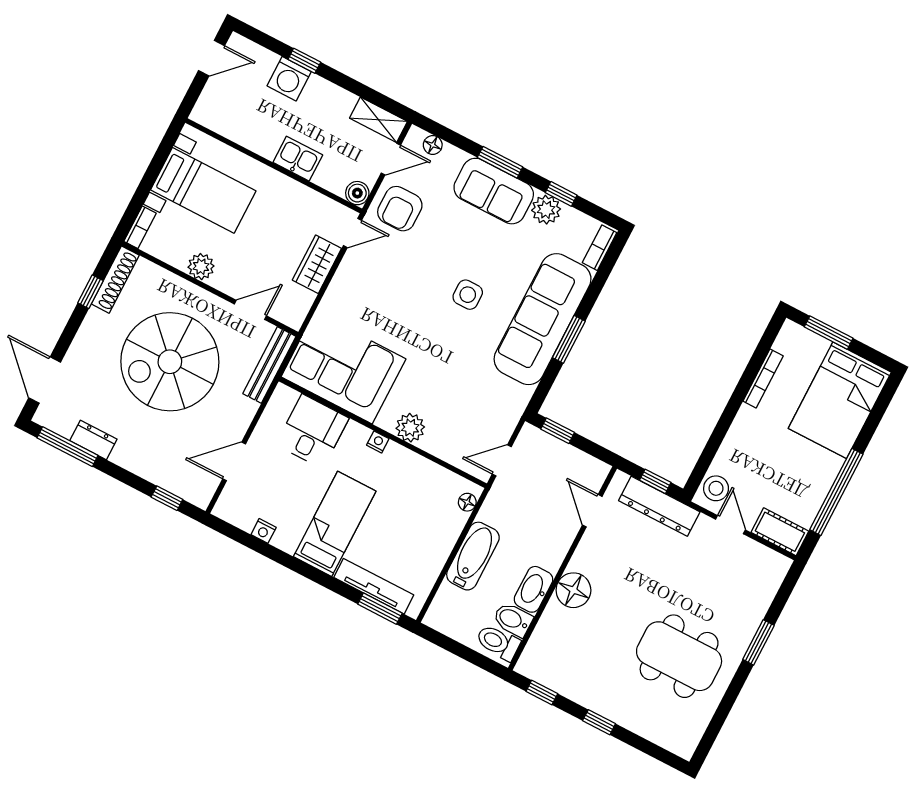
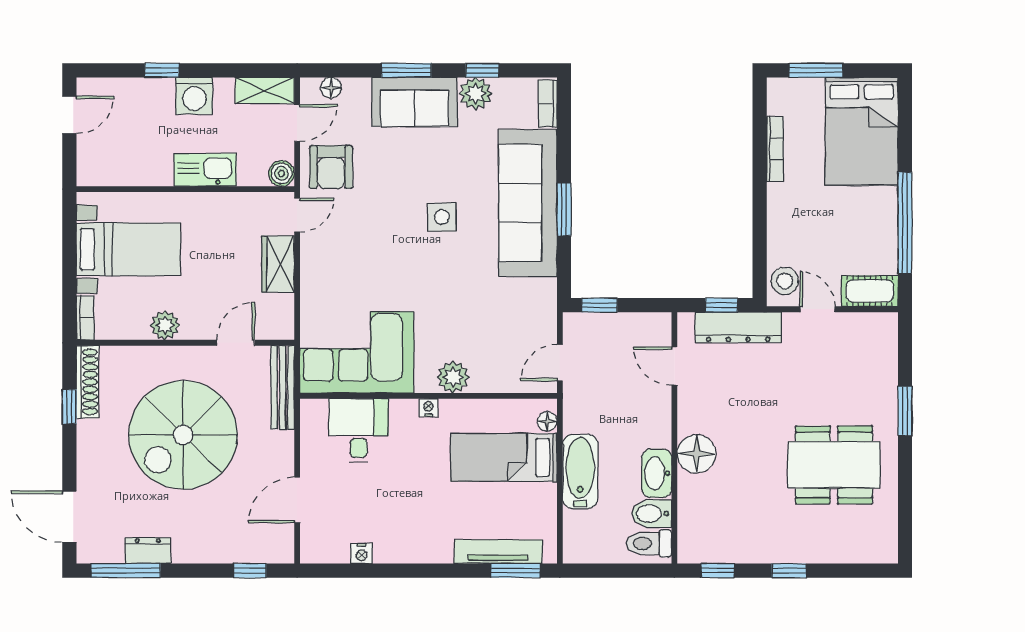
washing machine: (289, 79) -> (194, 96), moved
kitchen sink: (298, 159) -> (205, 170), width x1.38
bed: (335, 524) -> (504, 457), moved, turned -90

